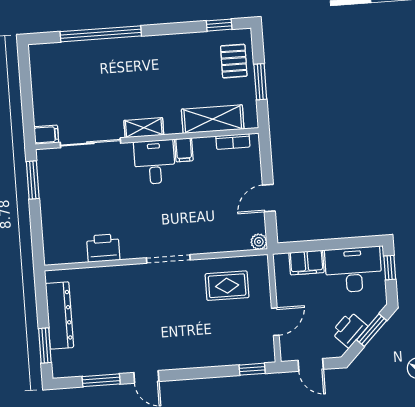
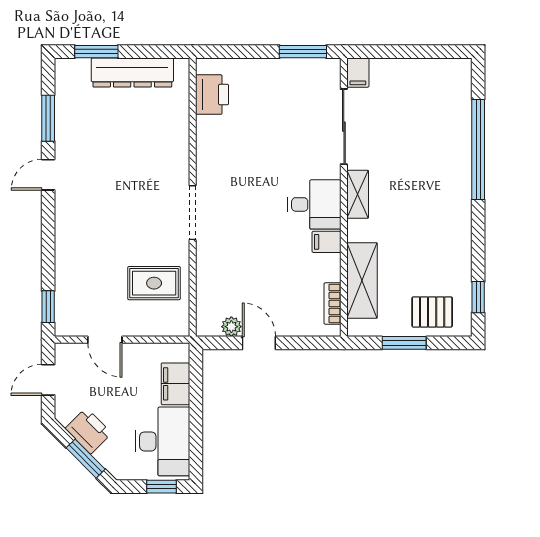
plant: (259, 242) -> (231, 327), moved
printer: (103, 248) -> (212, 95), moved
rug: (227, 286) -> (154, 283), turned 90

